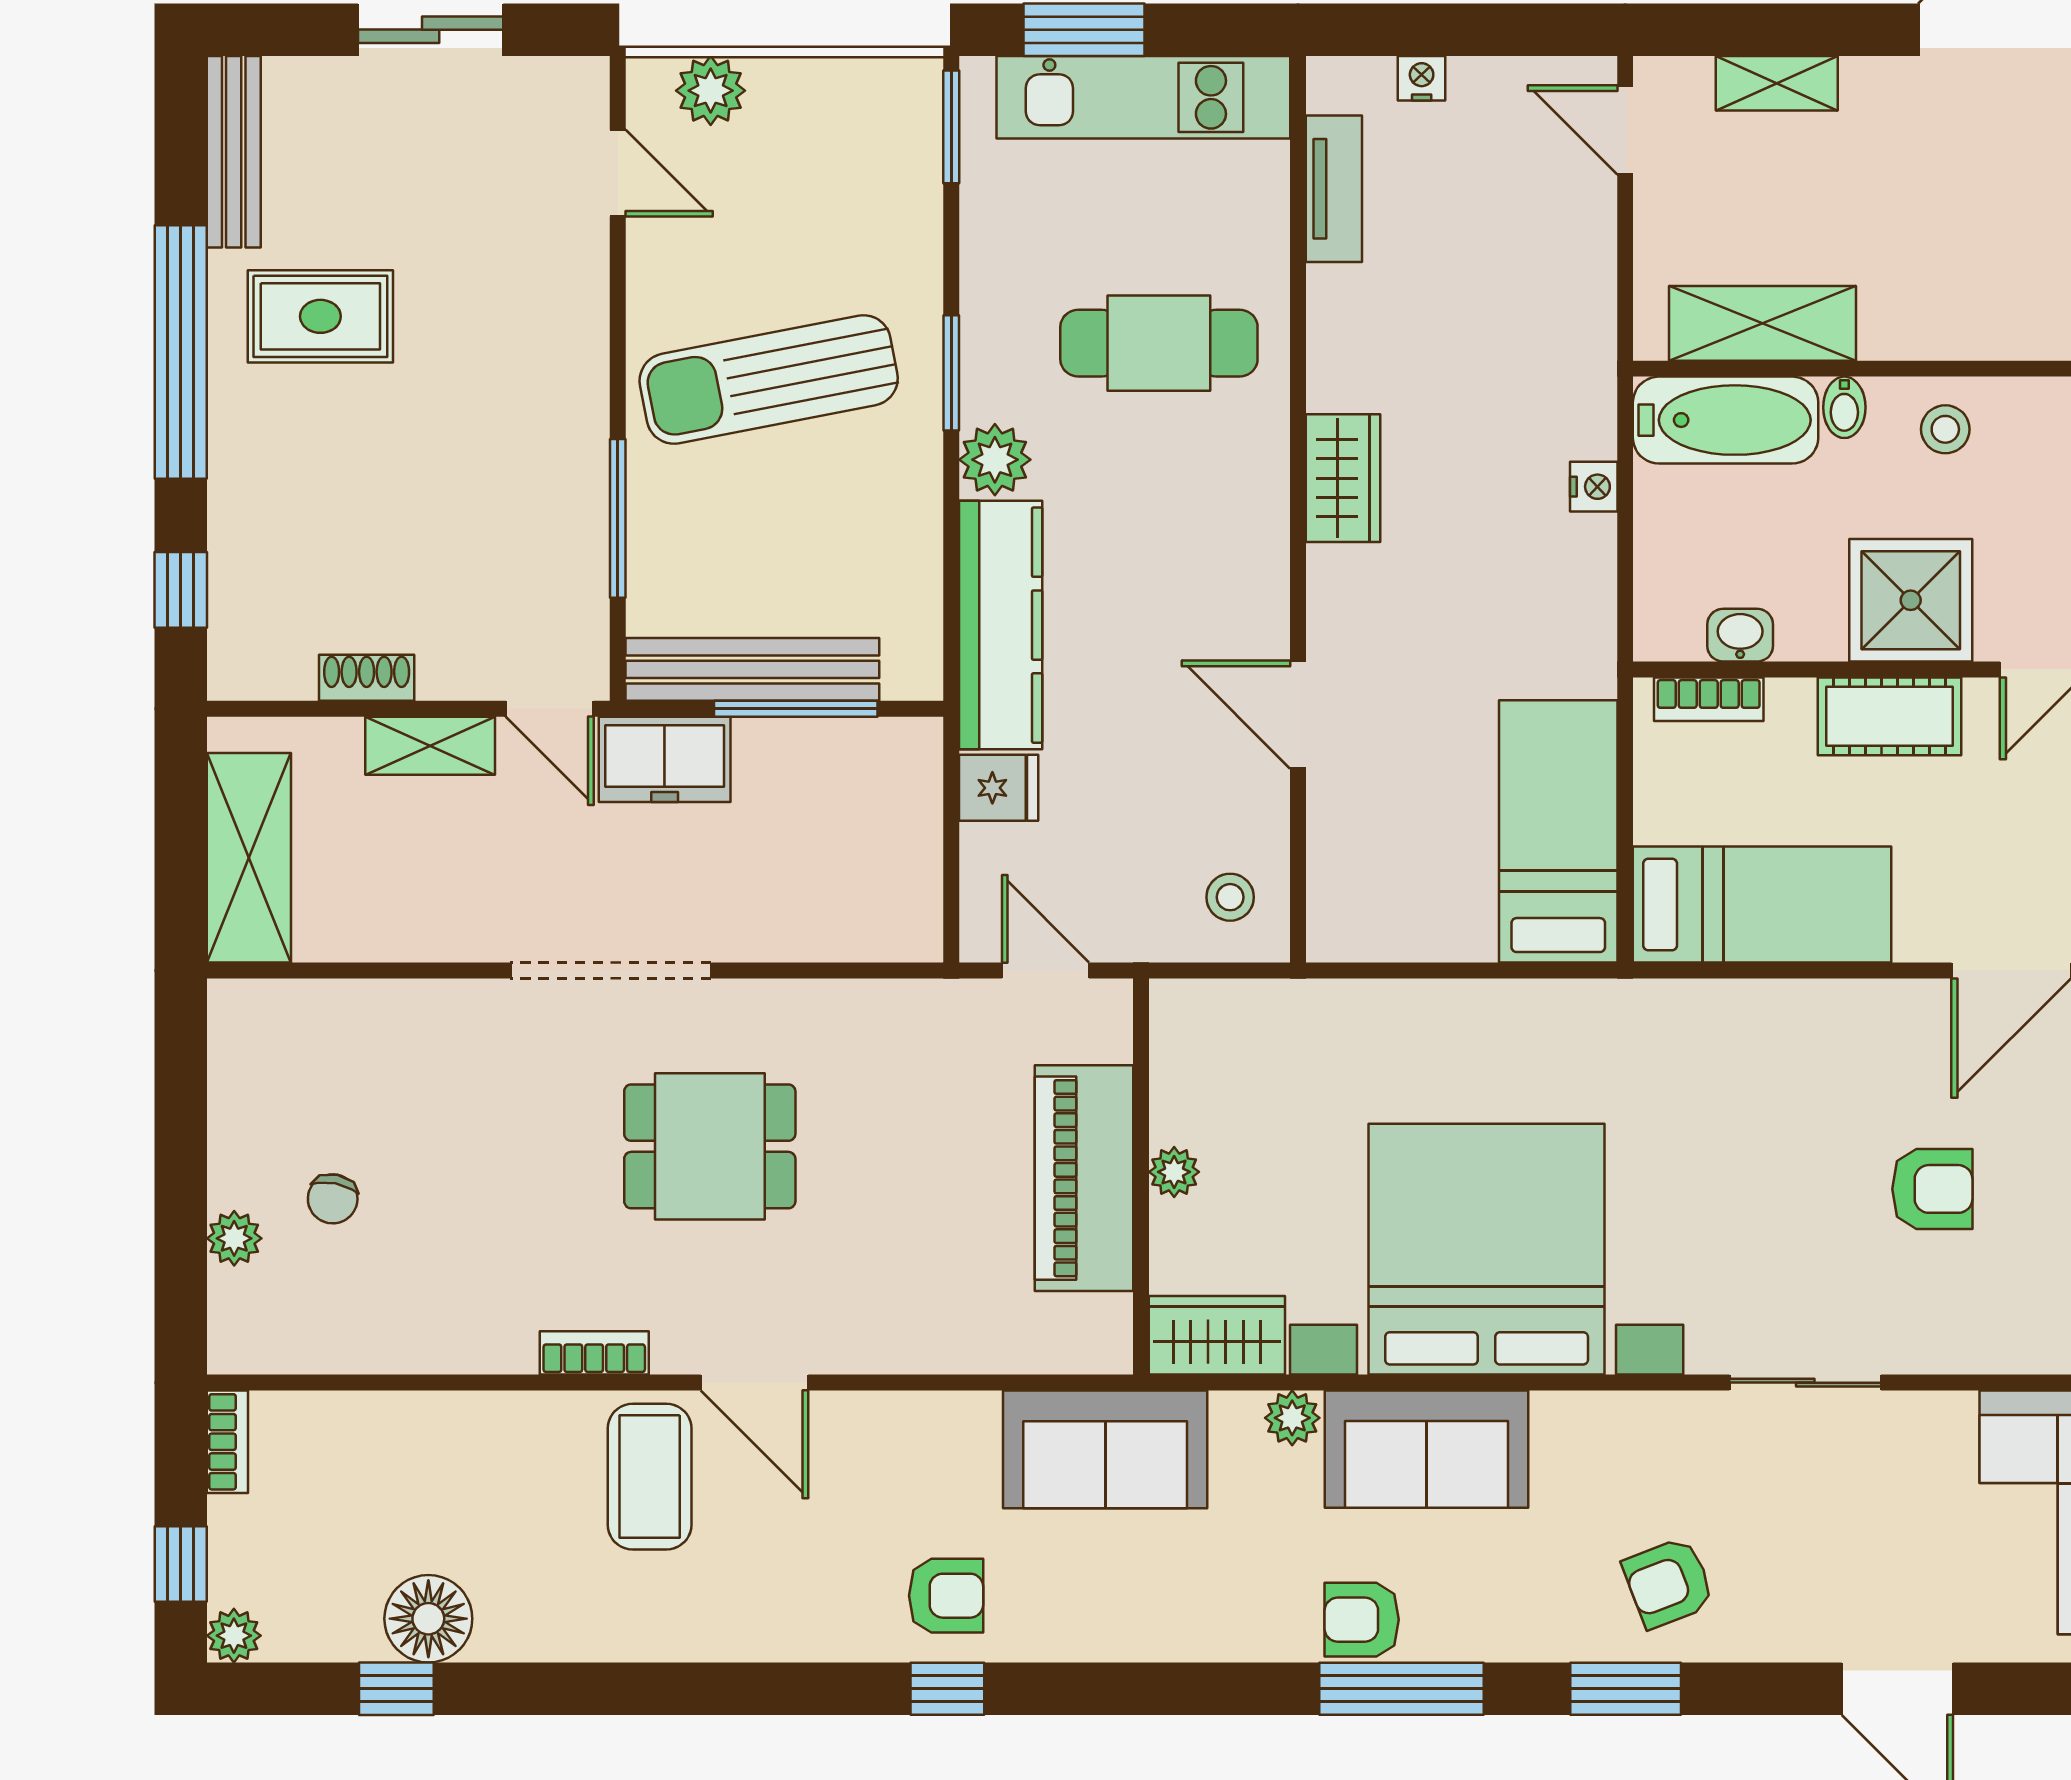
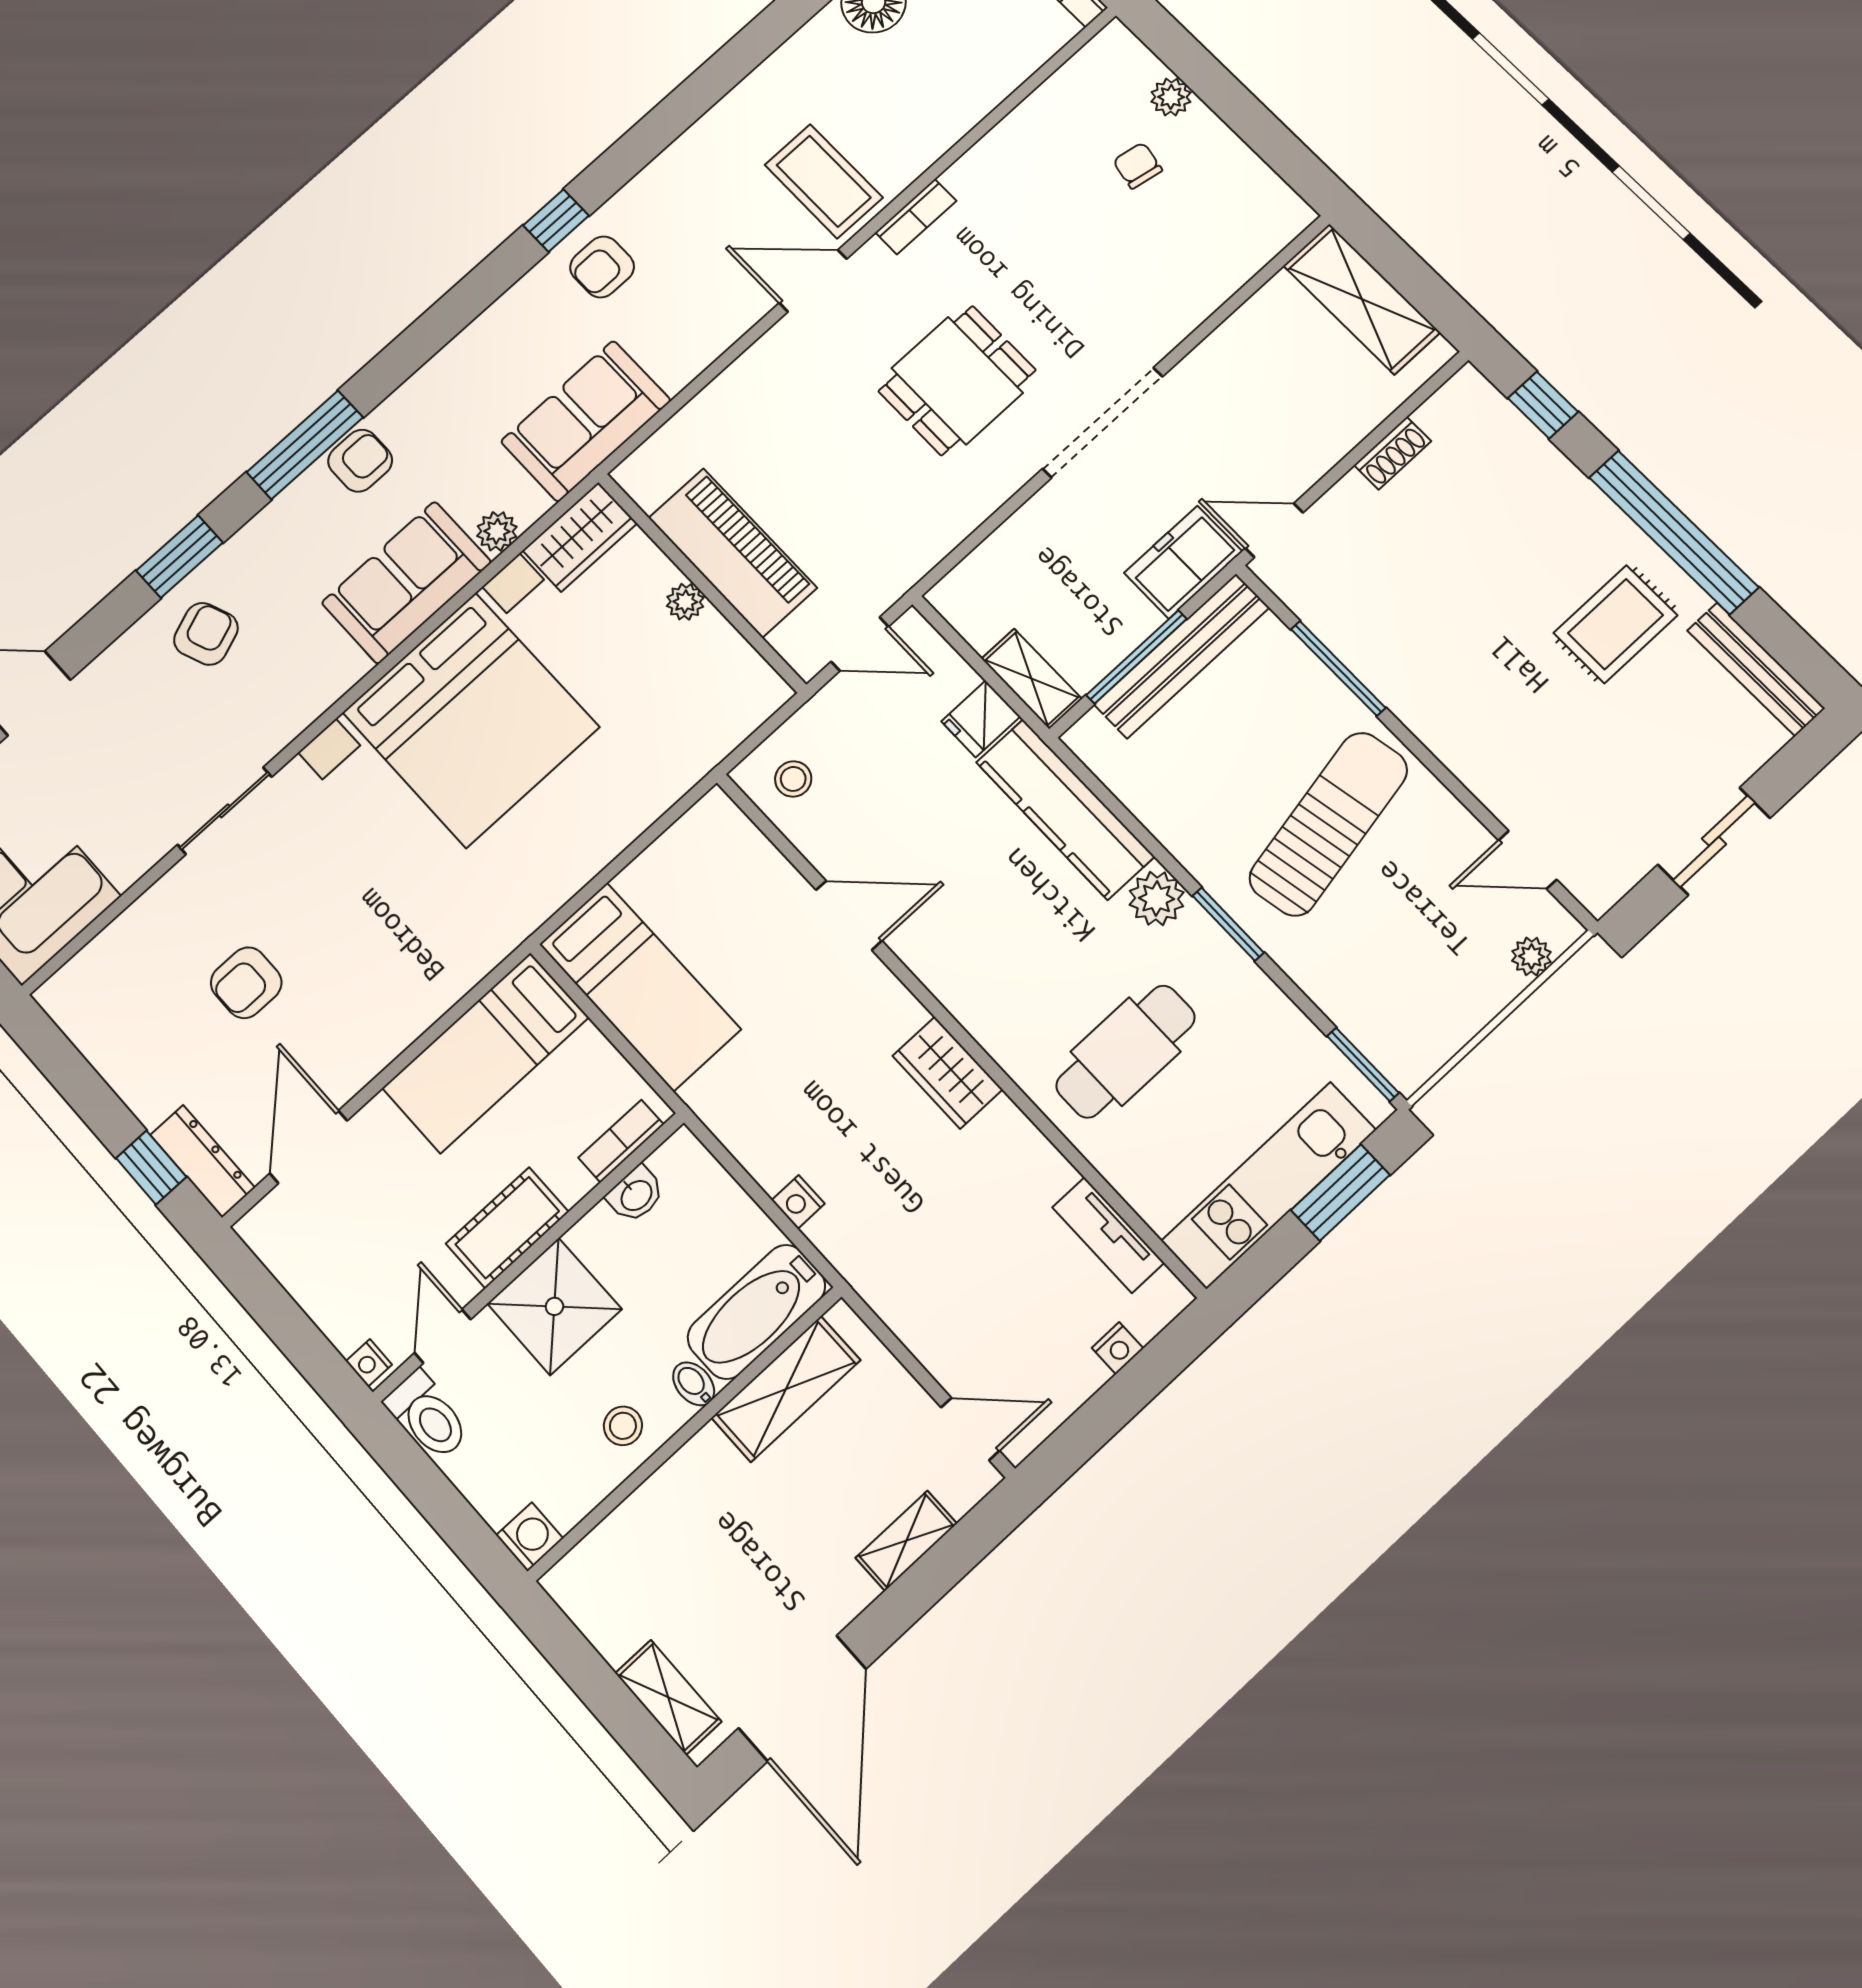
plant: (711, 91) -> (1531, 956), width x0.73, depth x0.73
shelving: (430, 746) -> (1032, 679), moved, turned 90

